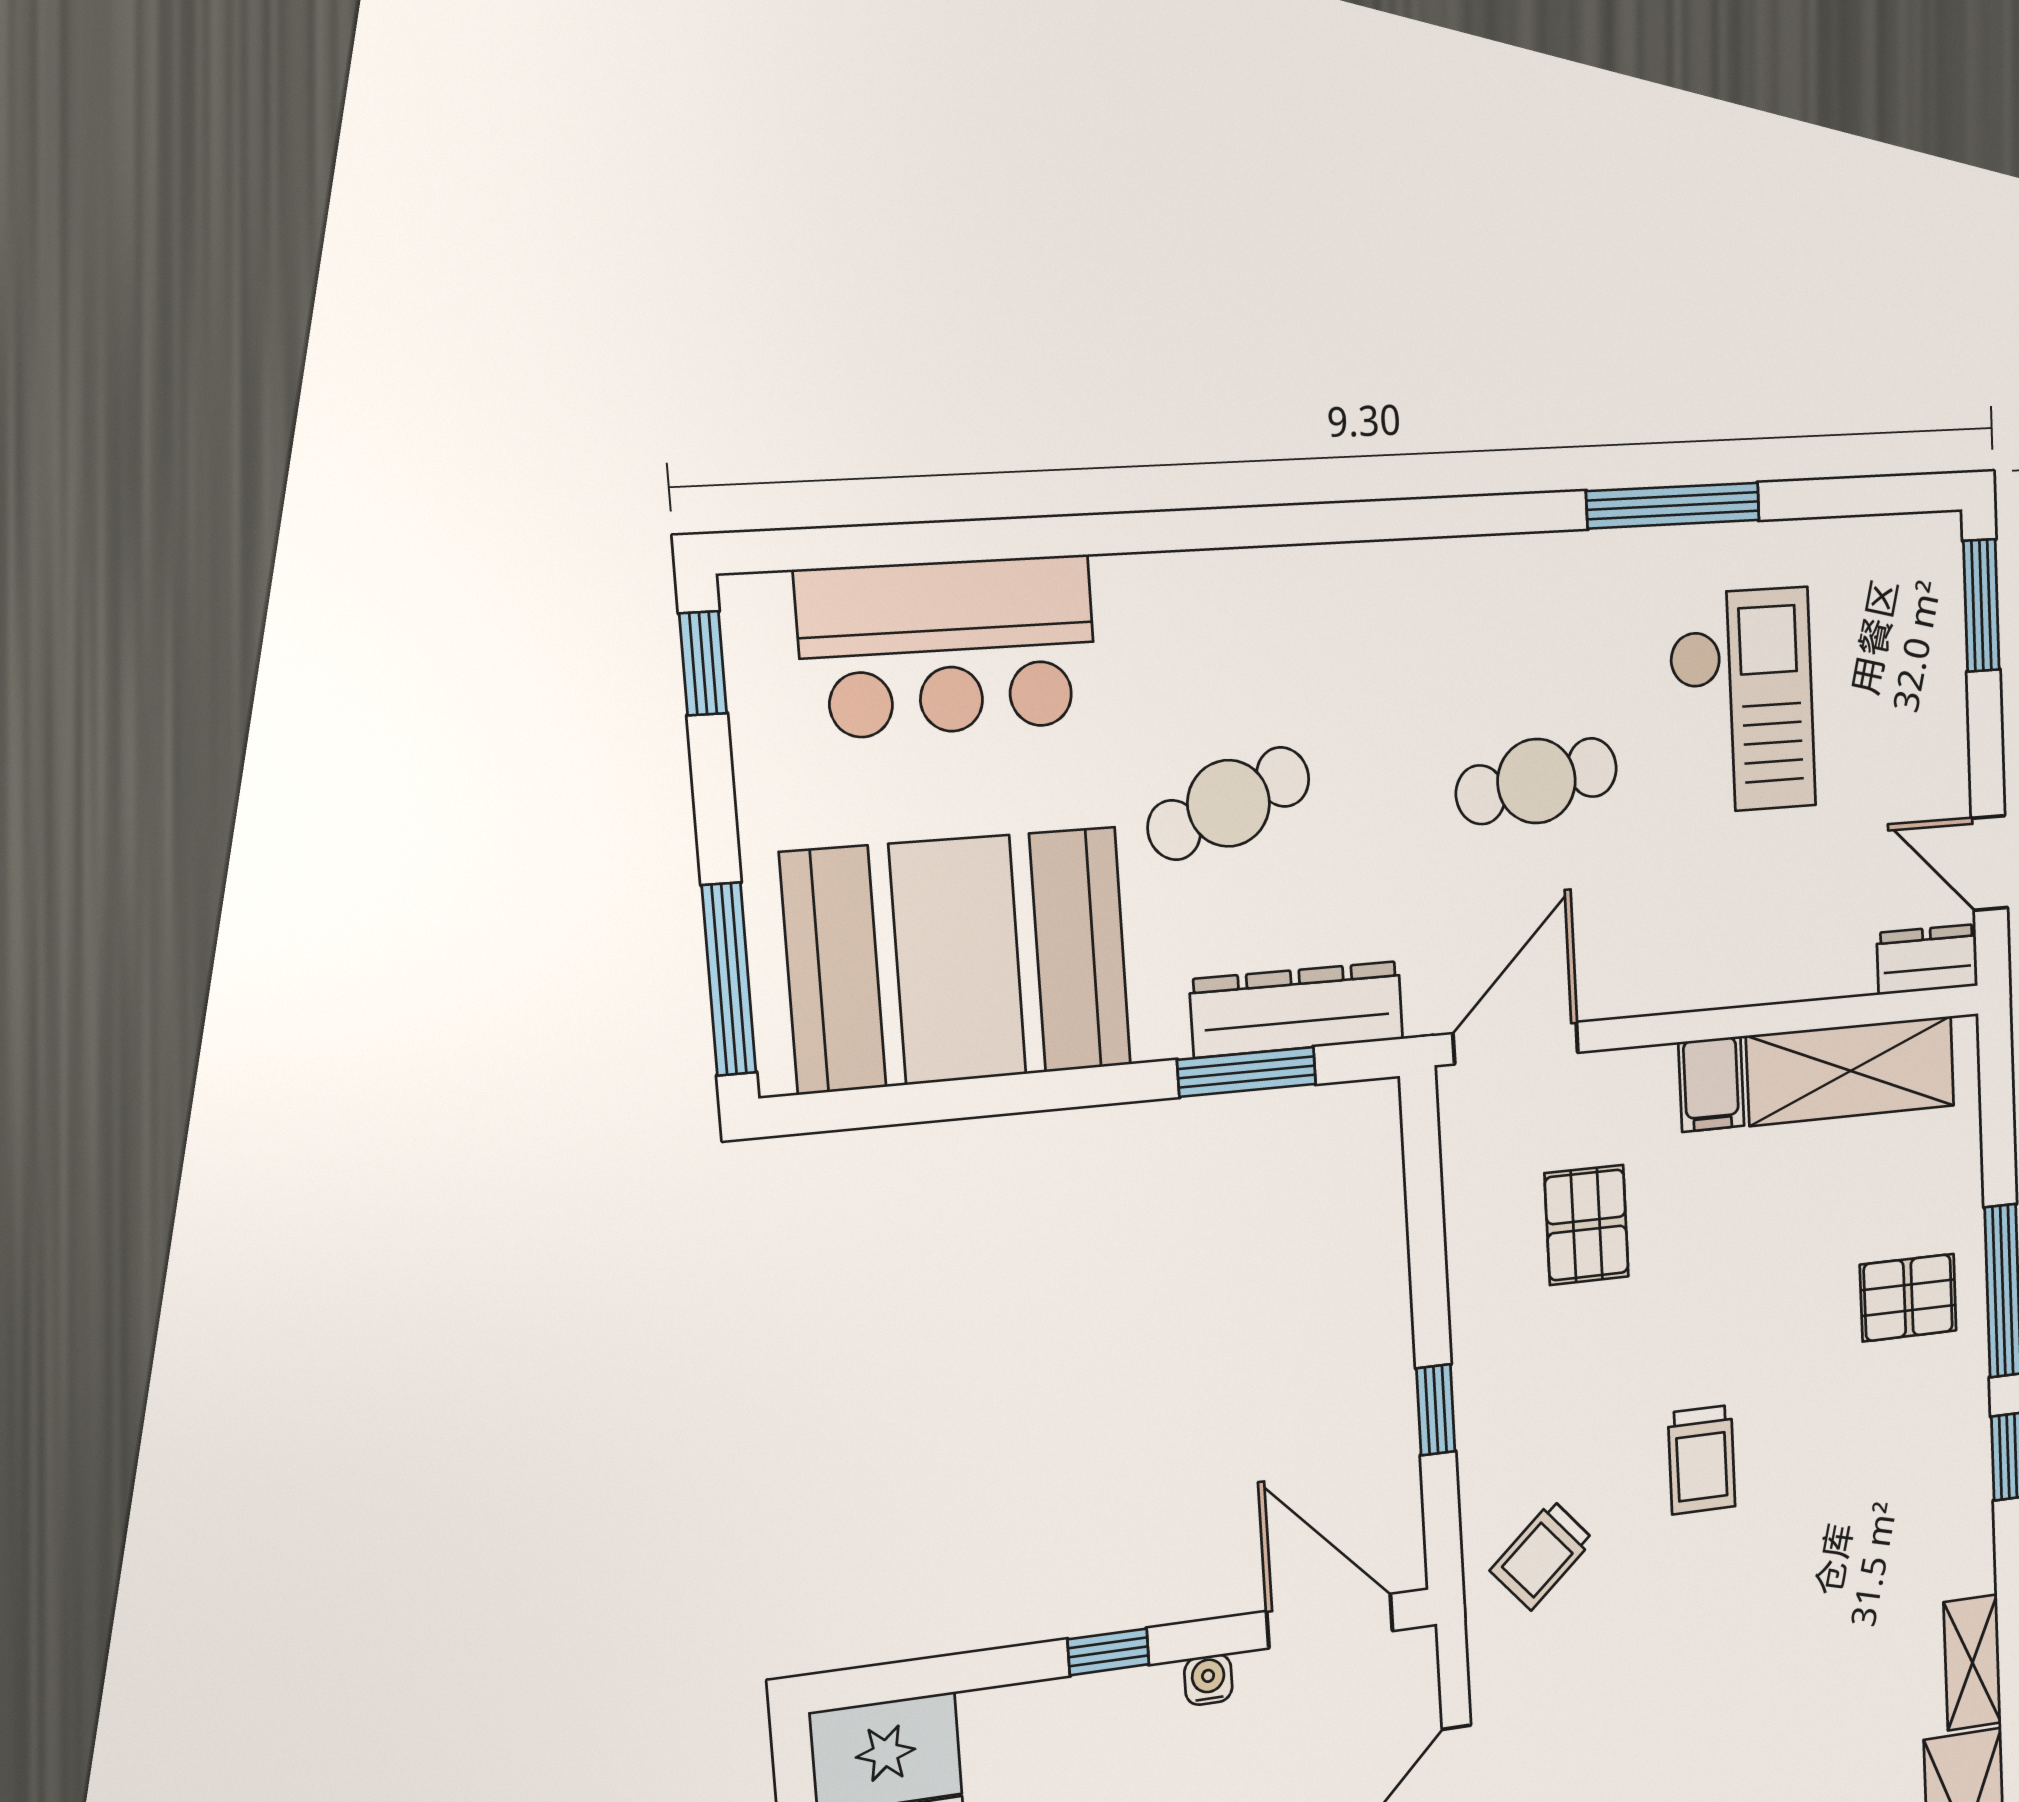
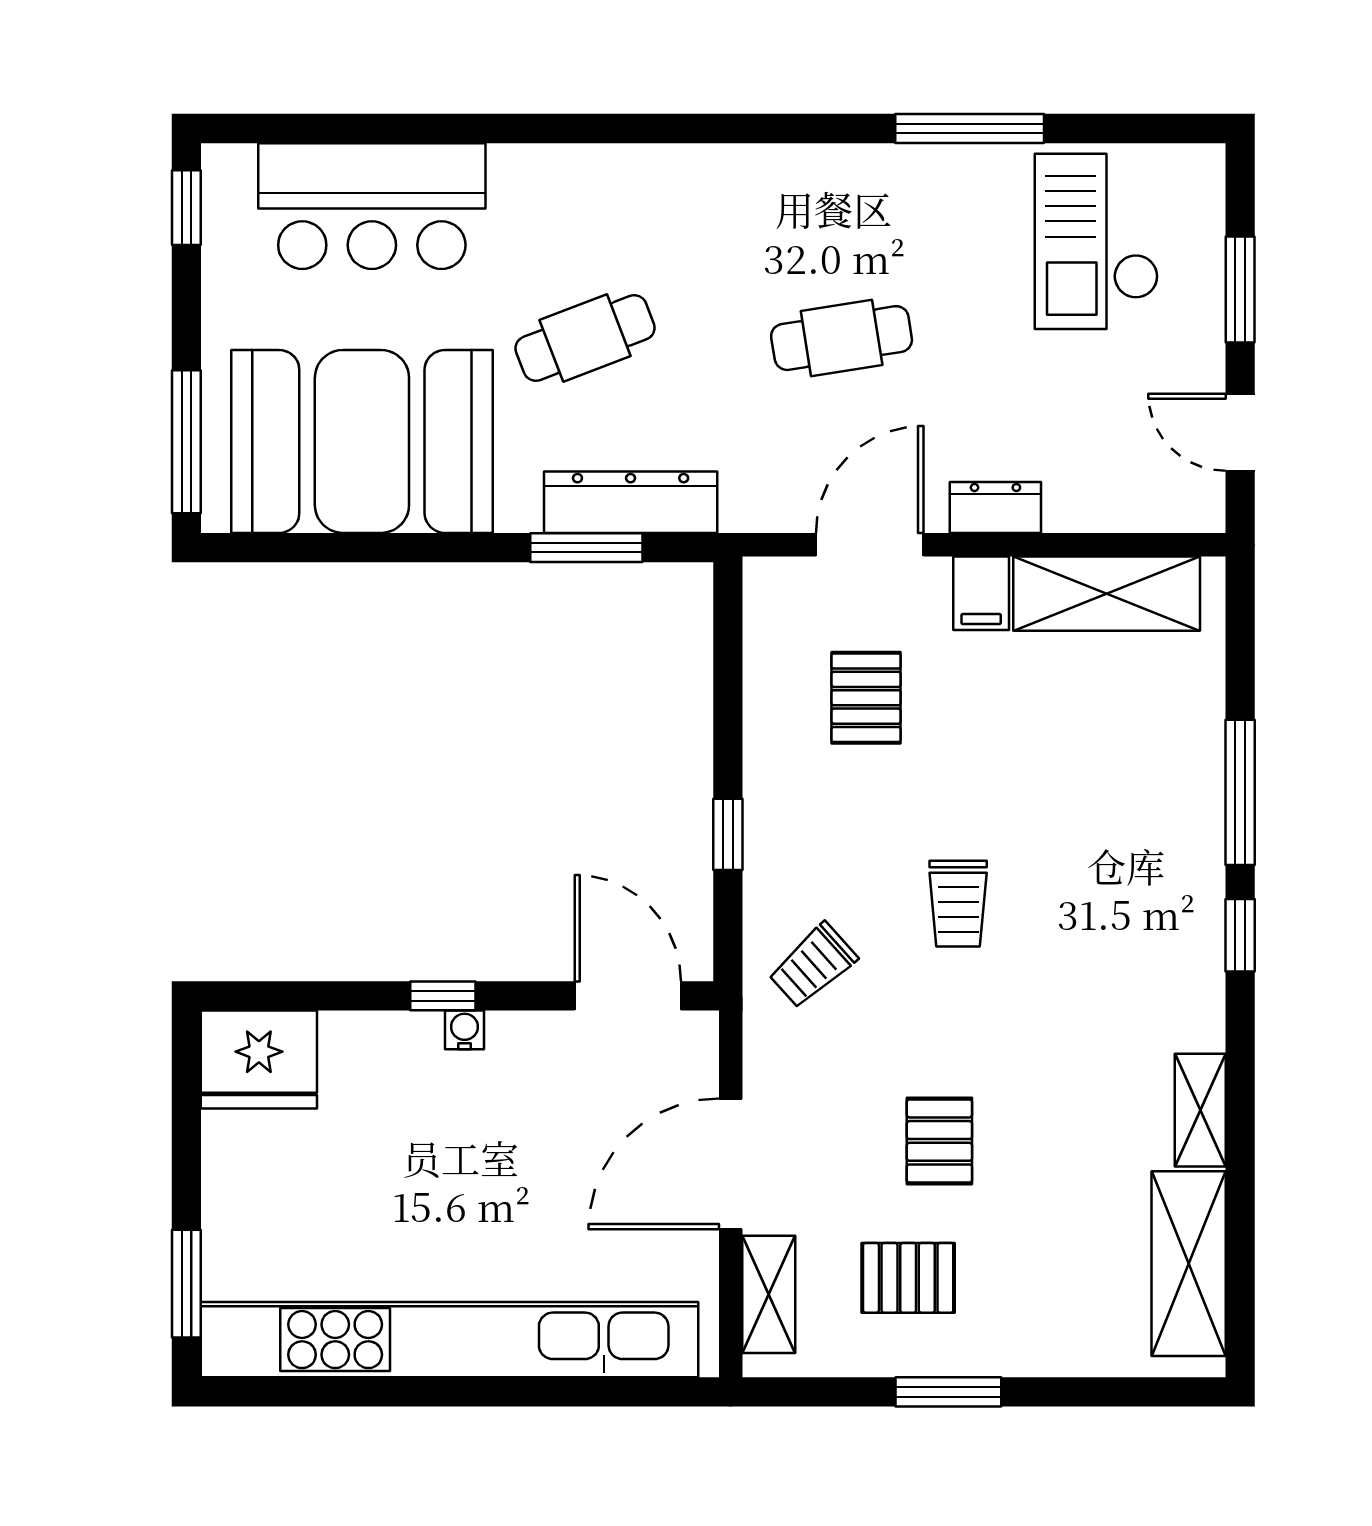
window: (1981, 605) -> (1240, 289), moved
checkout: (1742, 701) -> (1096, 241), moved, turned 180
dresser: (1927, 959) -> (995, 507), moved
door: (1516, 1043) -> (870, 545), moved
pallet: (1908, 1298) -> (939, 1141), moved, turned 90
water cooler: (1208, 1680) -> (465, 1030), moved

